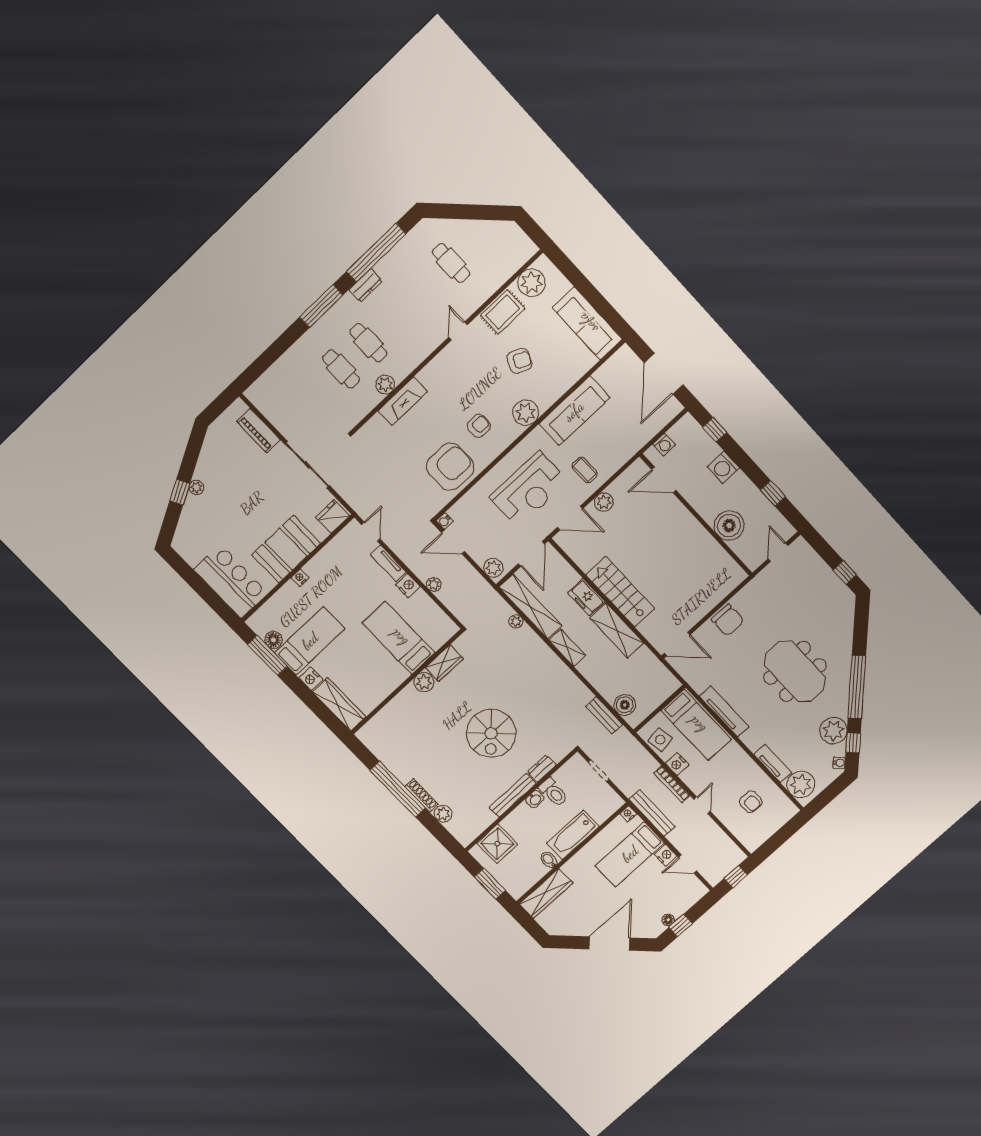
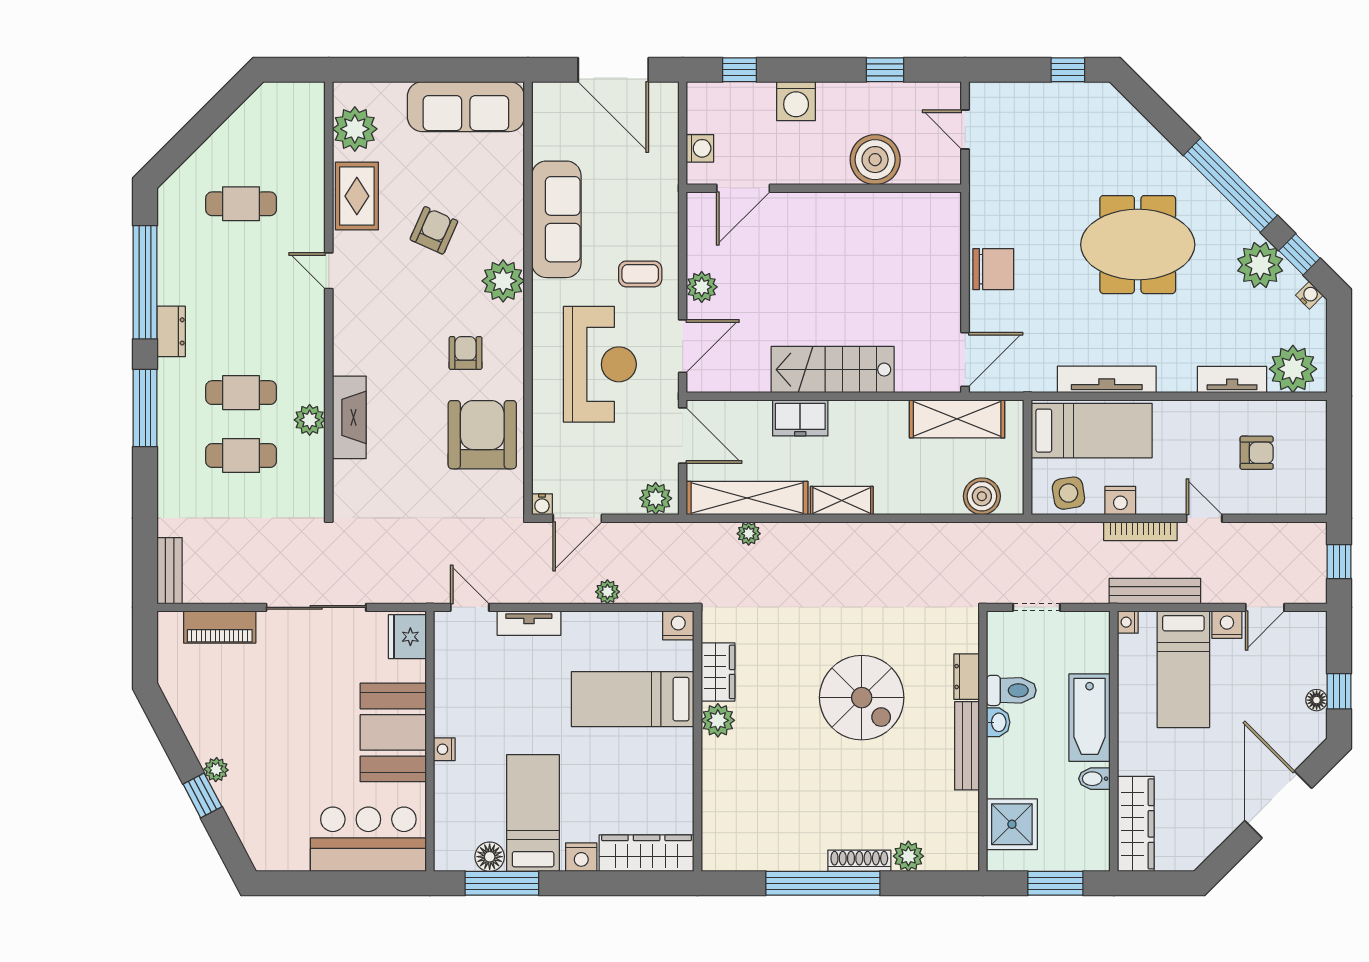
nightstand: (408, 586) -> (678, 625), moved
shelving: (617, 631) -> (957, 419), moved
bench: (604, 715) -> (170, 571), moved, turned 90

